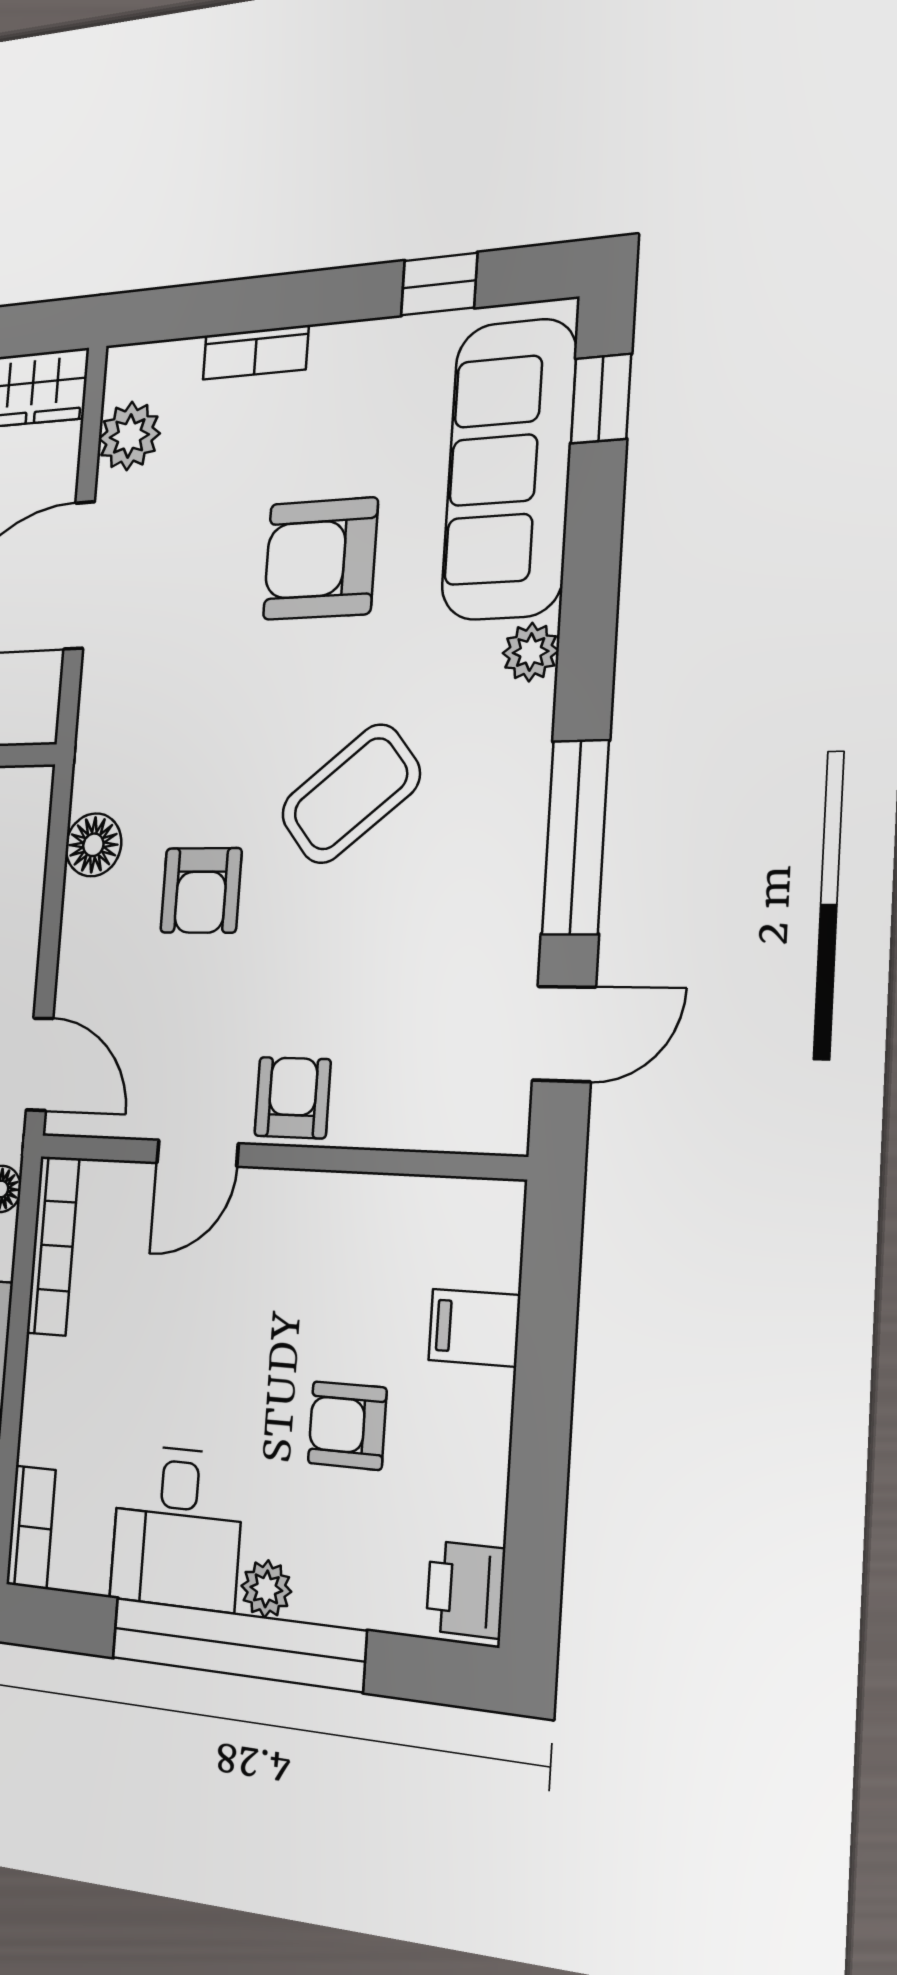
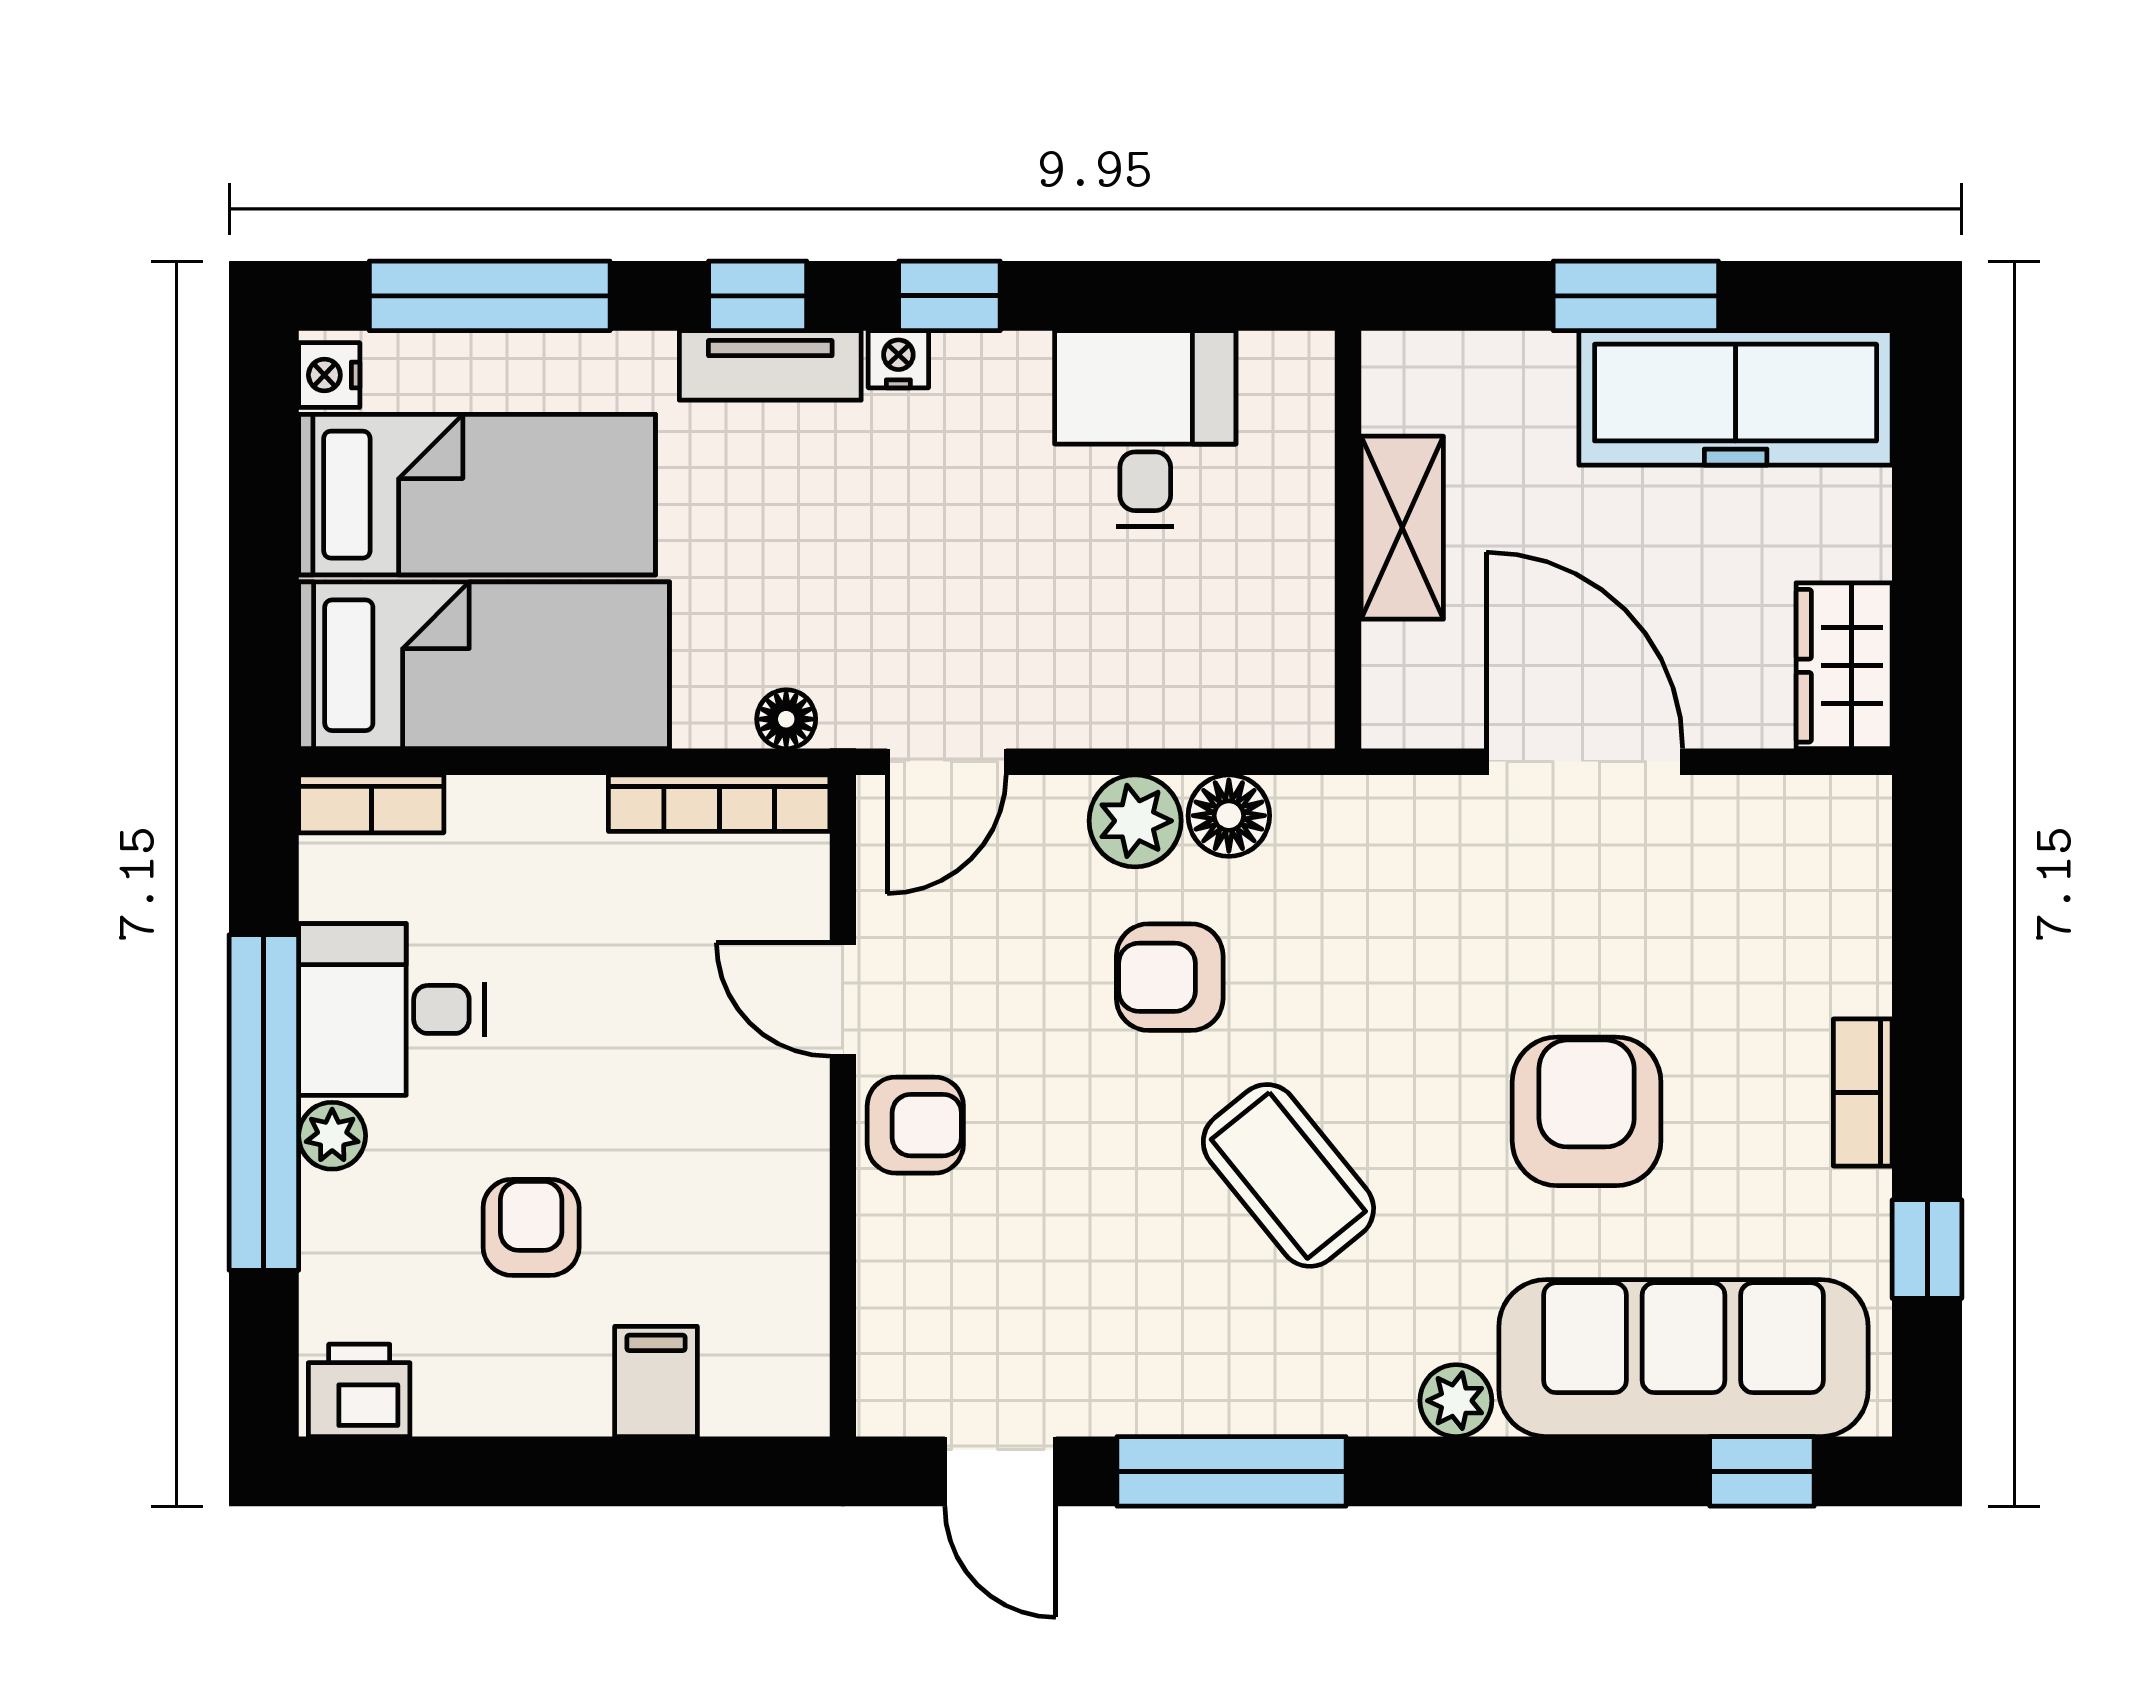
bookcase: (256, 352) -> (1863, 1093), moved
plant: (129, 436) -> (1135, 821), moved

